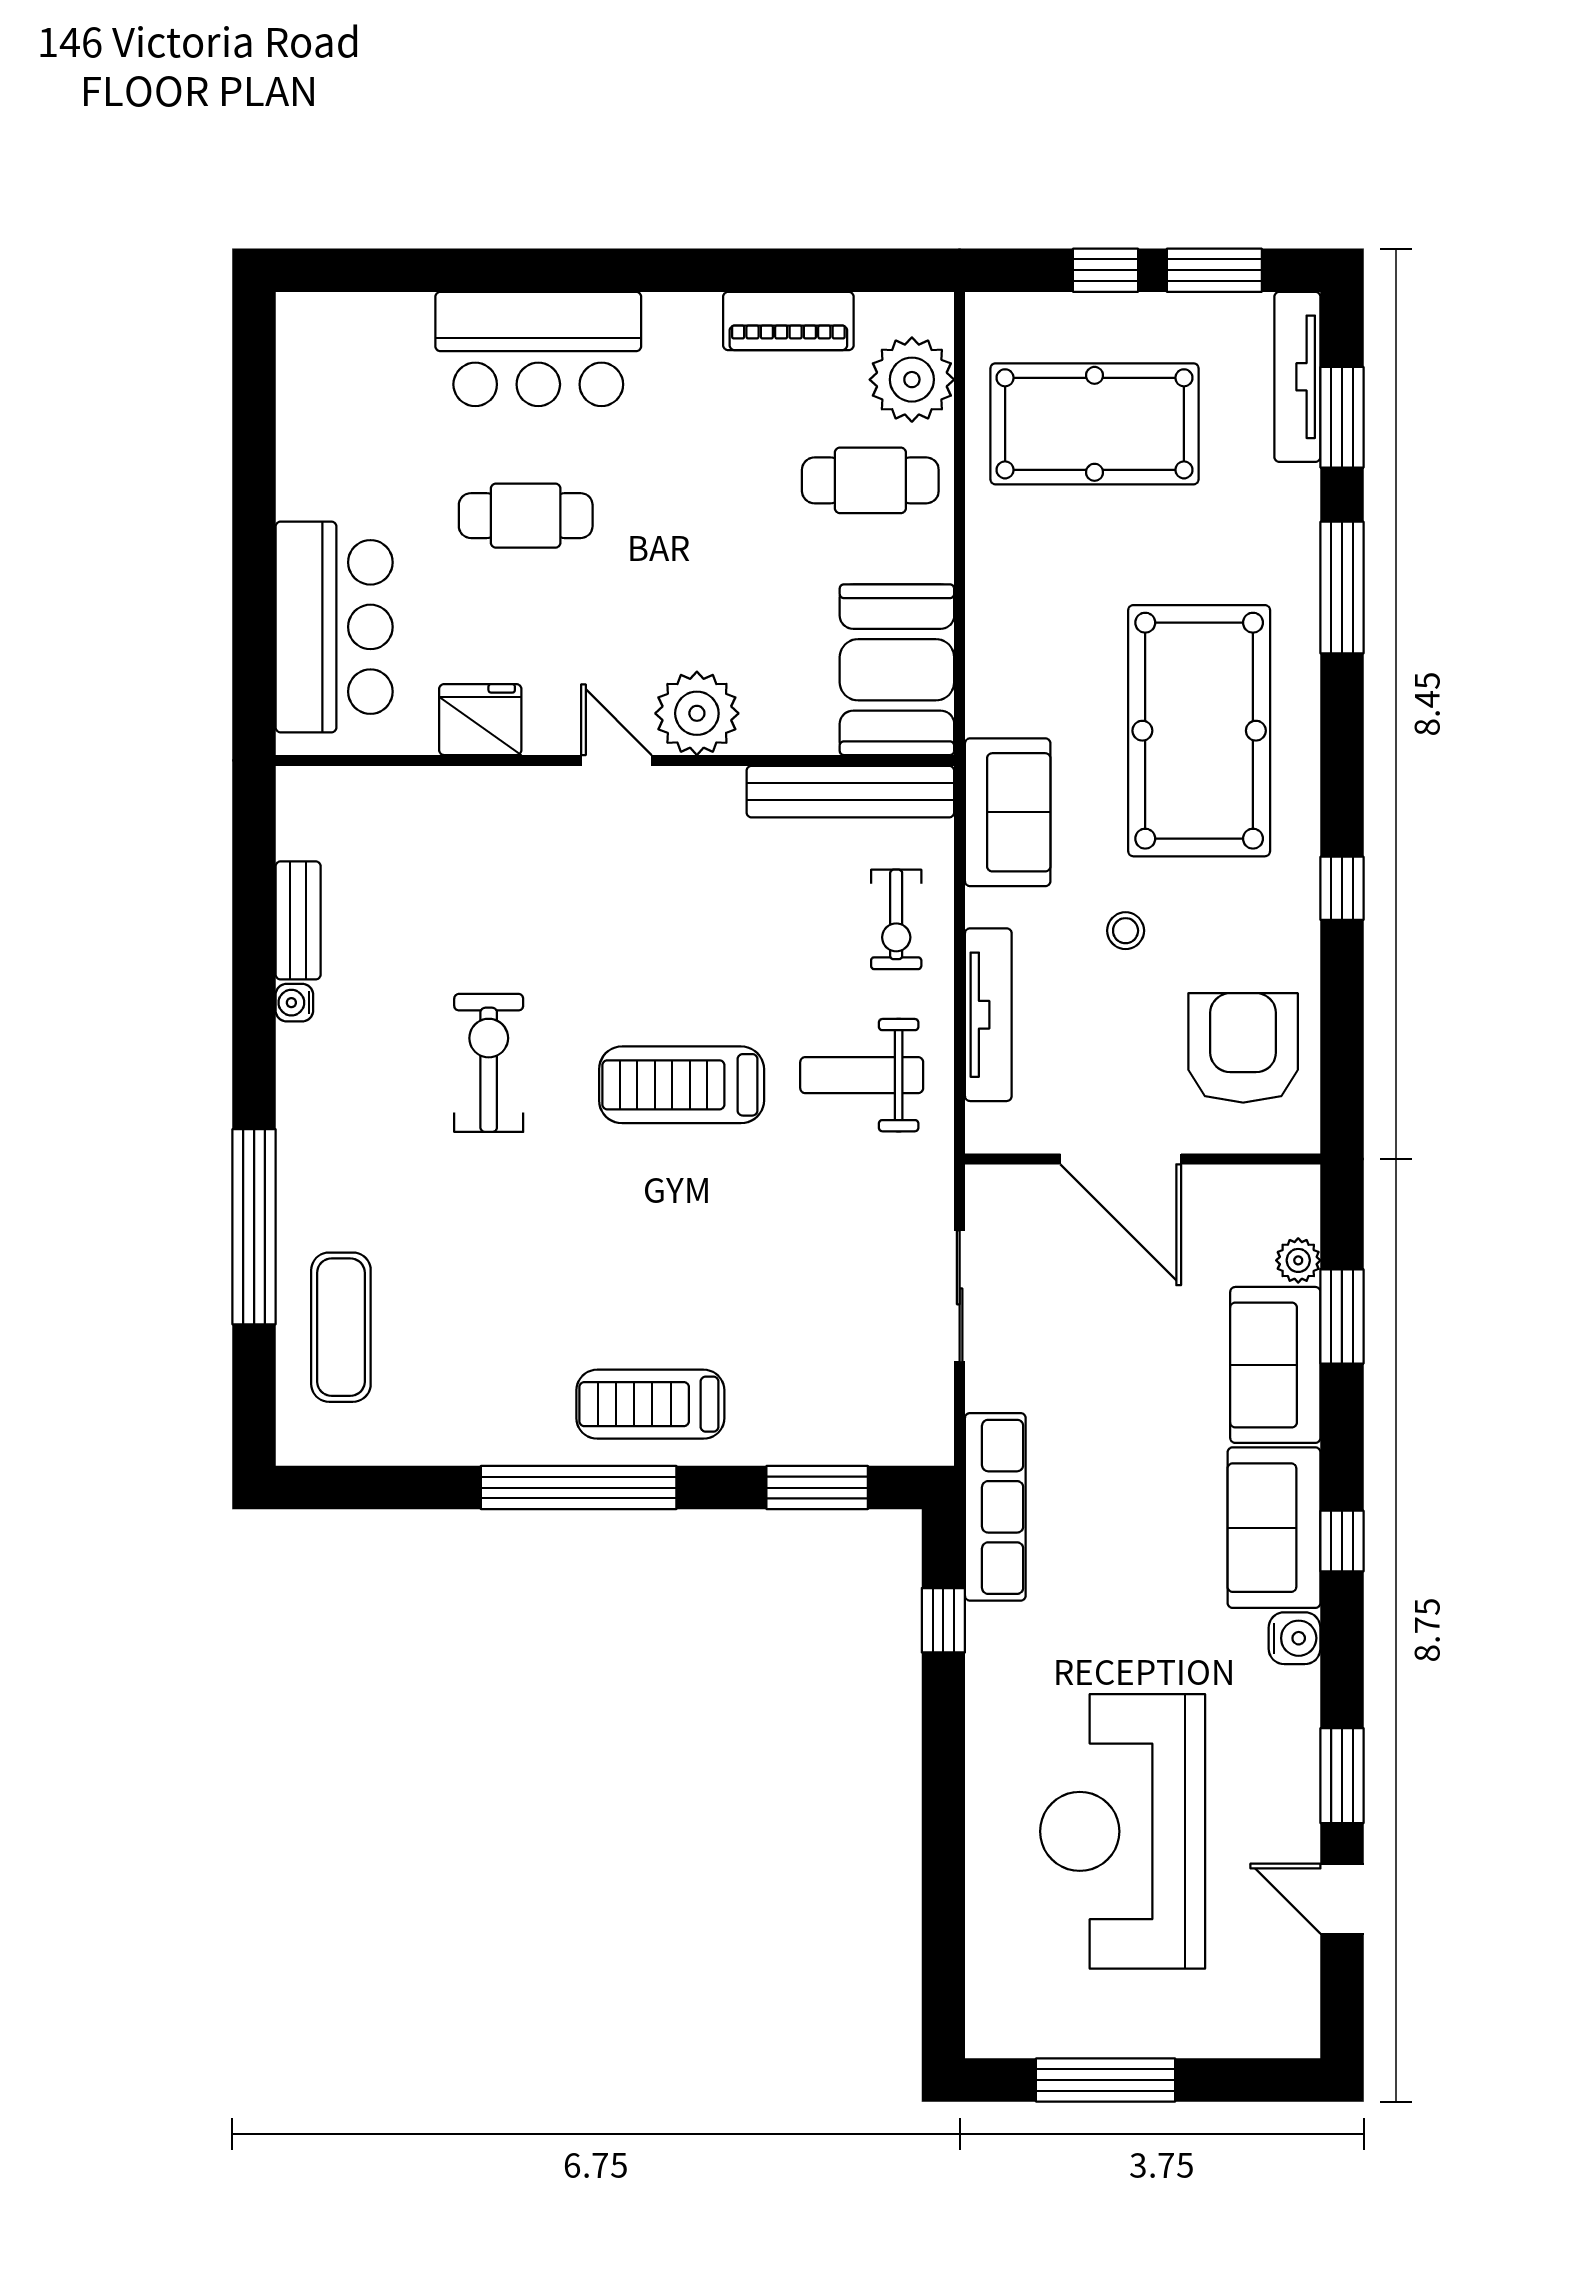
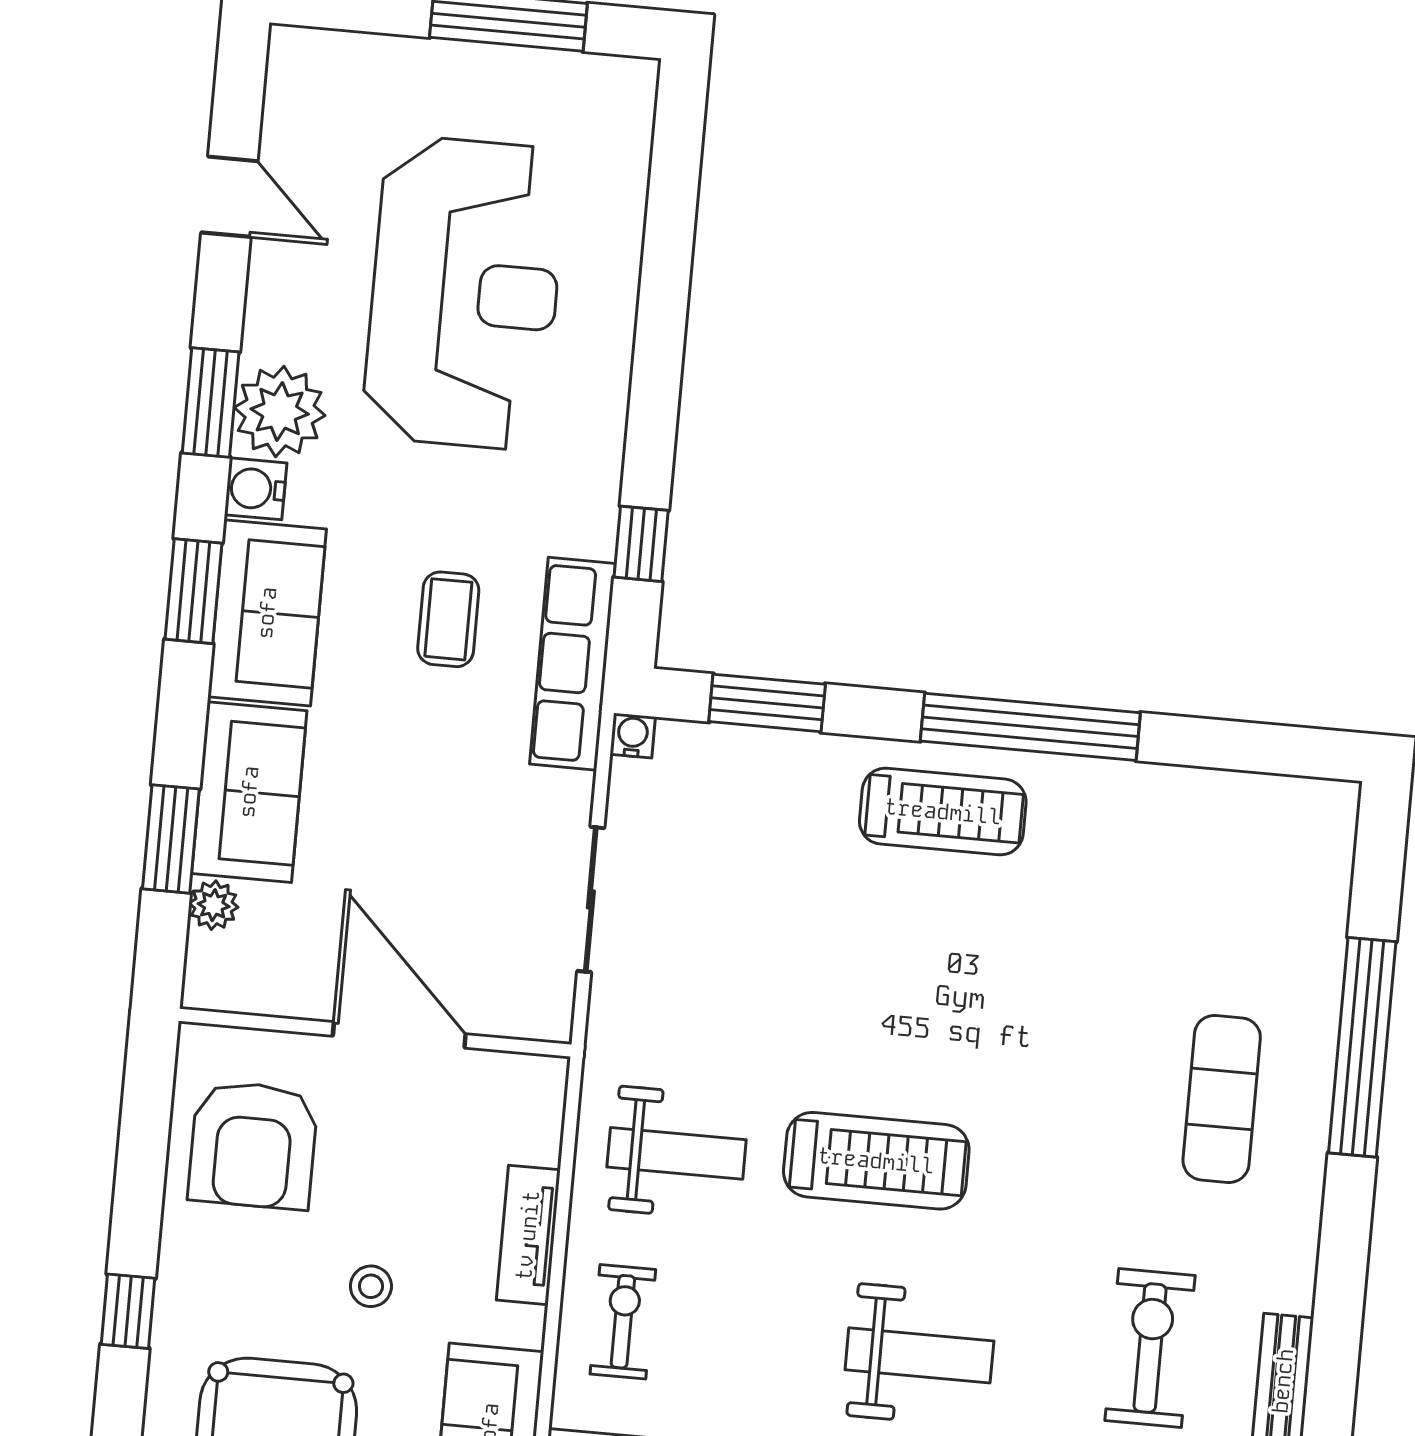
weight bench: (627, 913) -> (919, 1355), added
water cooler: (294, 1003) -> (633, 736), moved, turned -90
tv unit: (988, 1015) -> (528, 1235), width x0.71
exercise bike: (489, 1063) -> (1150, 1348), moved, turned 180
exercise mat: (341, 1327) -> (1222, 1099), moved
coffee table: (1111, 1537) -> (448, 619), added
window: (1342, 1541) -> (193, 591), width x1.50
plant: (1279, 1710) -> (280, 411), added
window: (1342, 1776) -> (211, 403), moved

